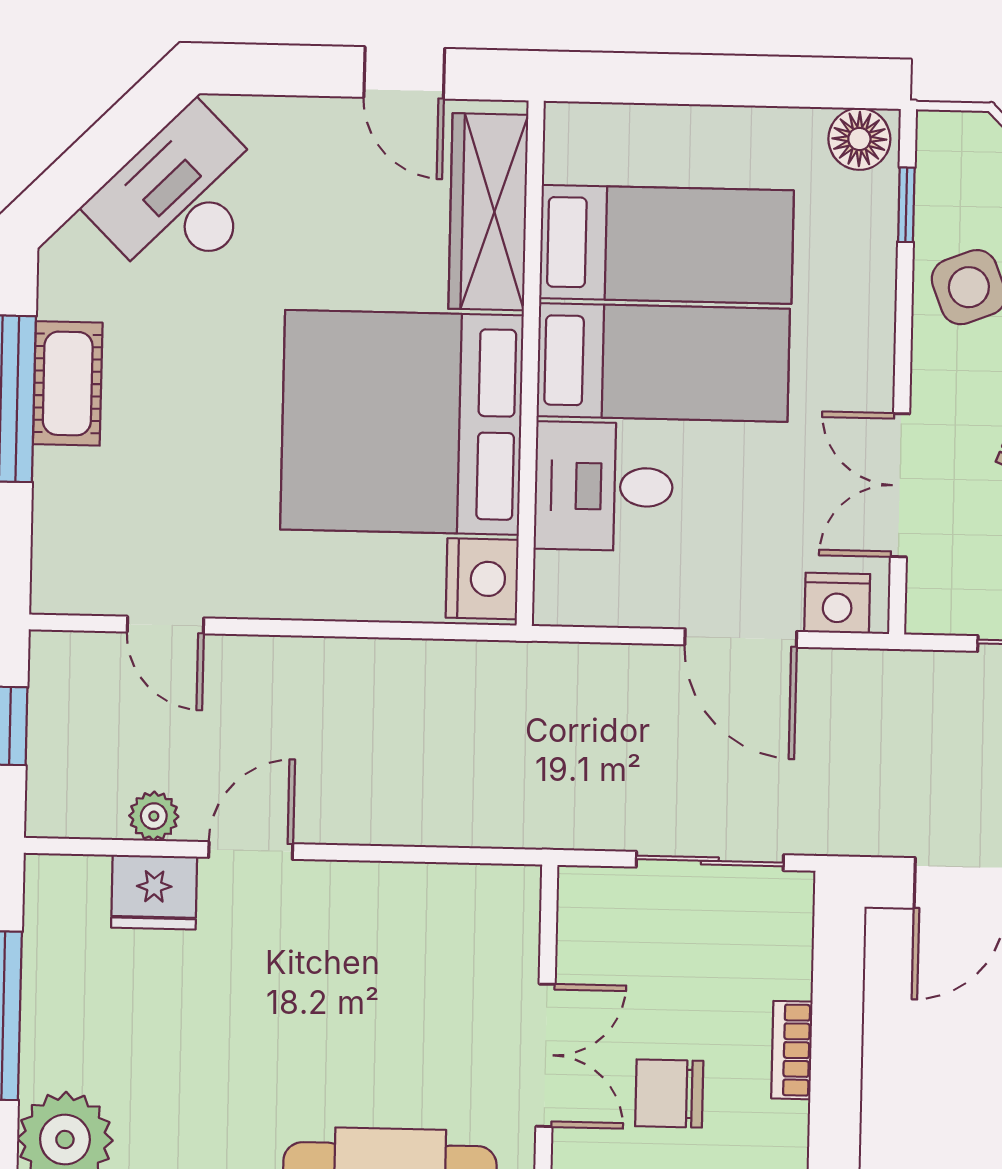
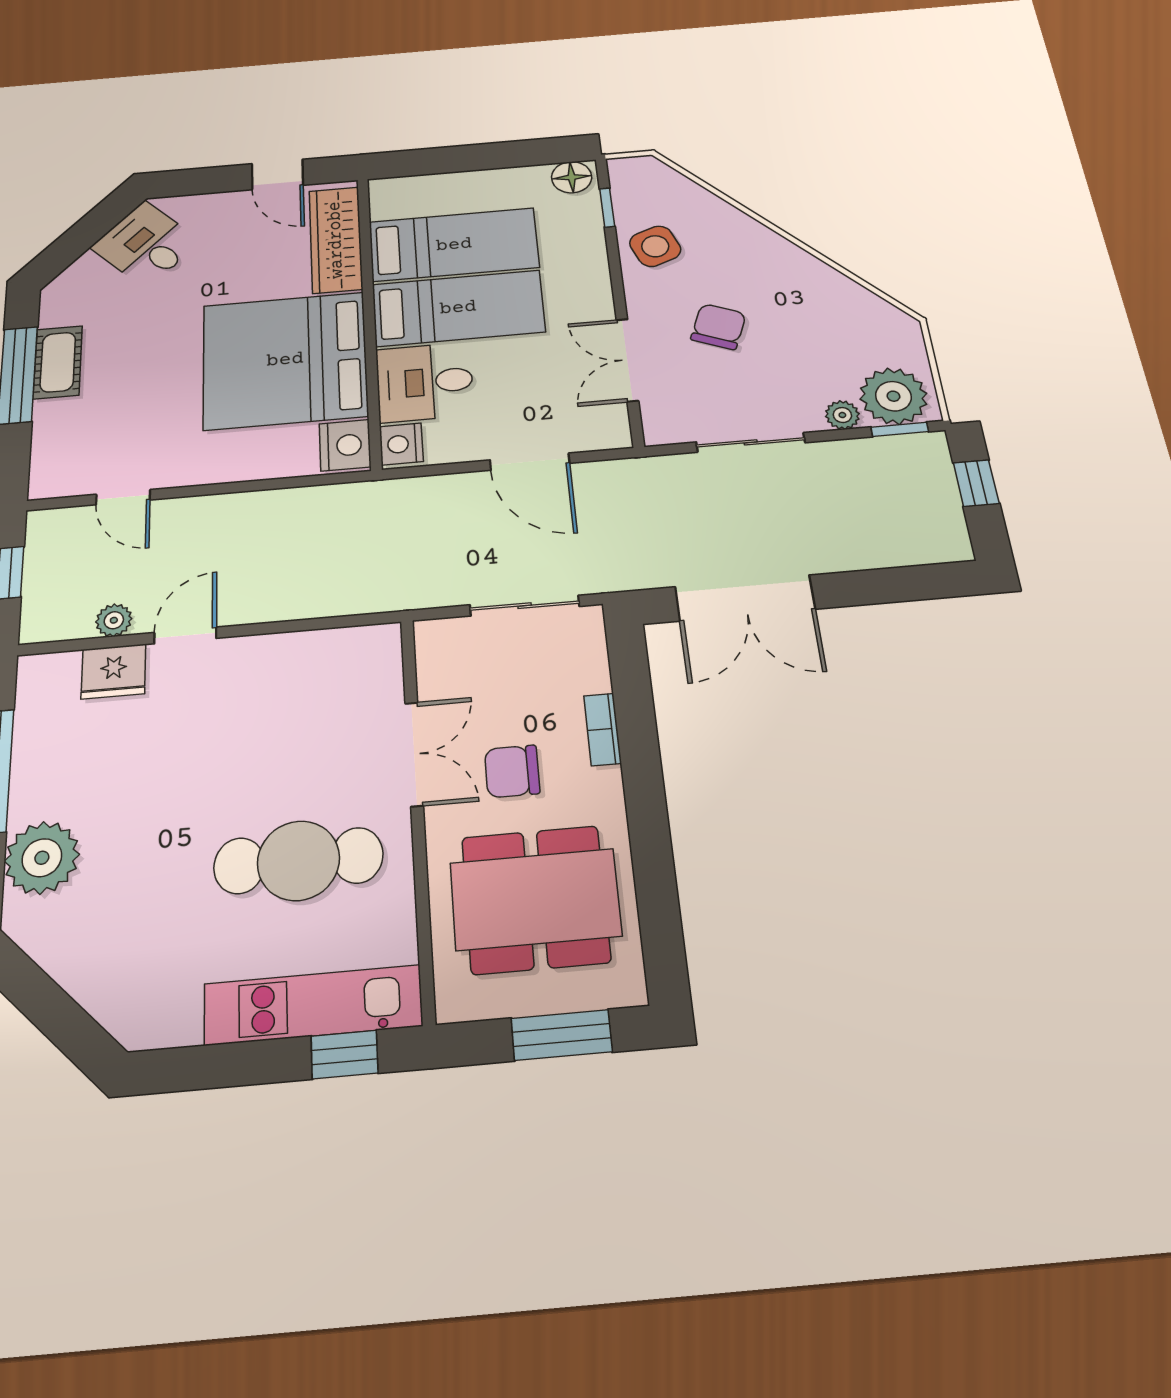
desk: (182, 198) -> (146, 244), width x0.73
nightstand: (837, 603) -> (401, 444), moved, turned 90

